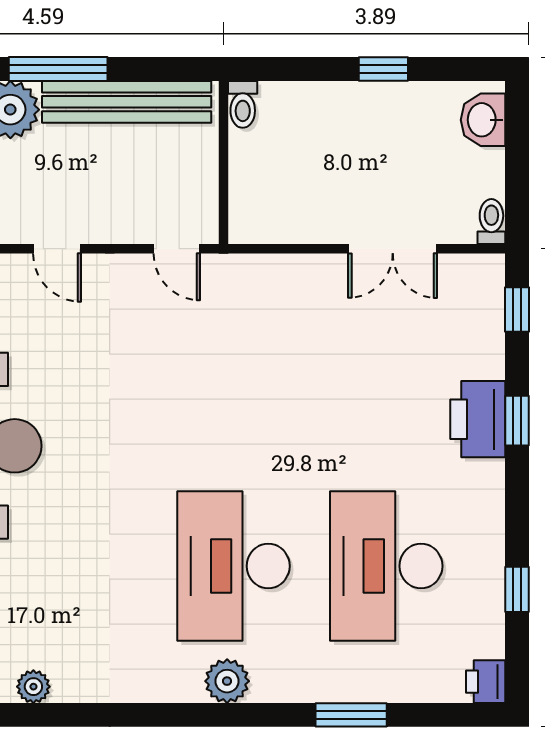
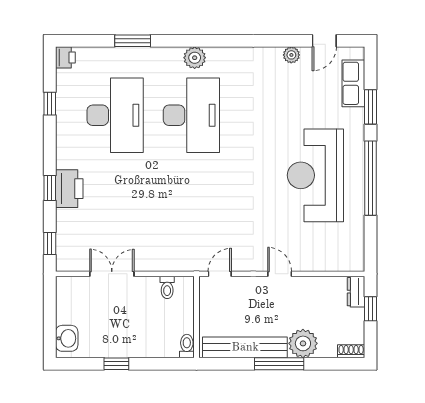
toilet: (491, 221) -> (167, 287), moved
door: (177, 249) -> (220, 274), hinge flipped

